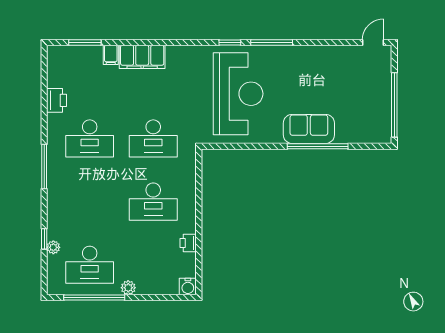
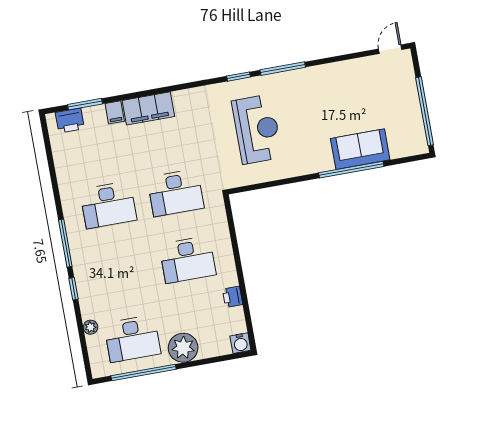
reception desk: (238, 94) -> (257, 129), width x0.74, depth x0.77
printer: (57, 100) -> (70, 120), moved, turned 90
sofa: (309, 129) -> (360, 149), moved
window: (44, 239) -> (73, 289), moved
plant: (128, 288) -> (183, 348), width x1.88, depth x1.88

